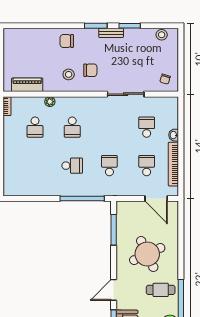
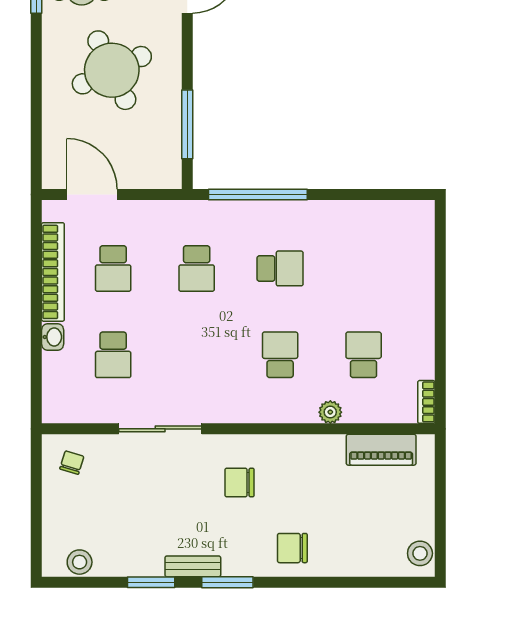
chair: (67, 41) -> (292, 548), turned 180
stool: (69, 74) -> (420, 553), moved
school desk: (72, 166) -> (280, 268), turned 180

